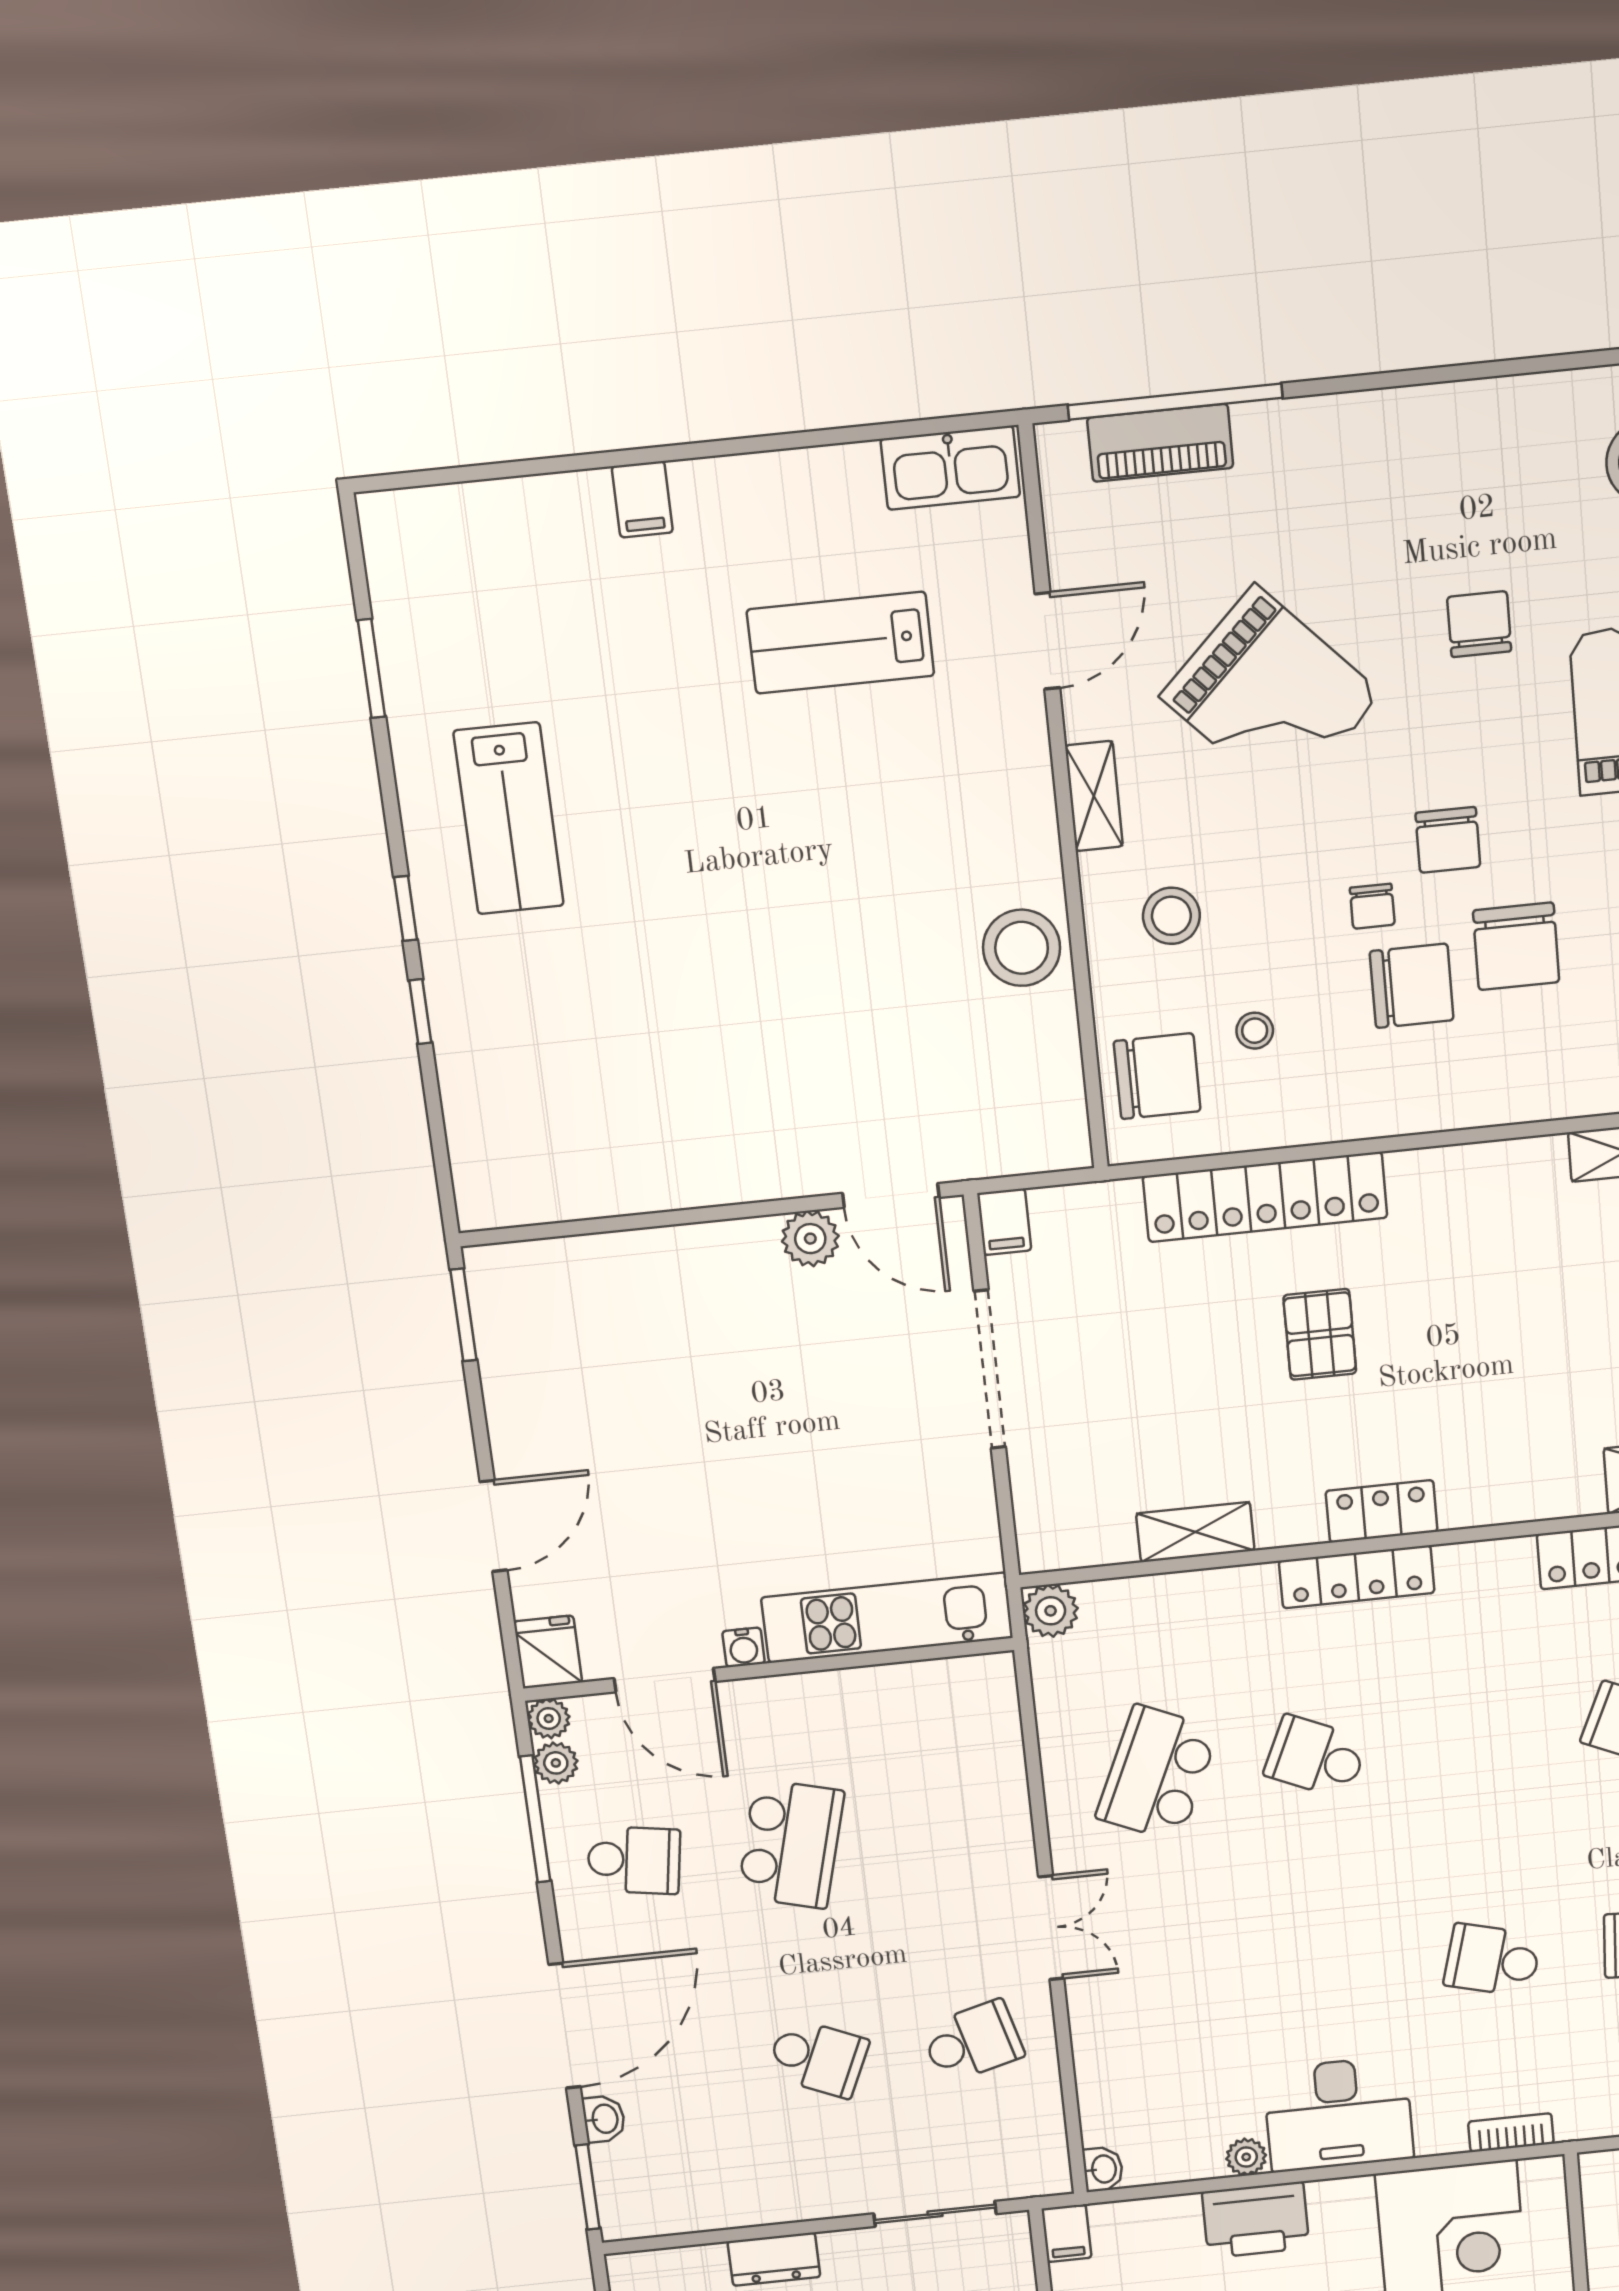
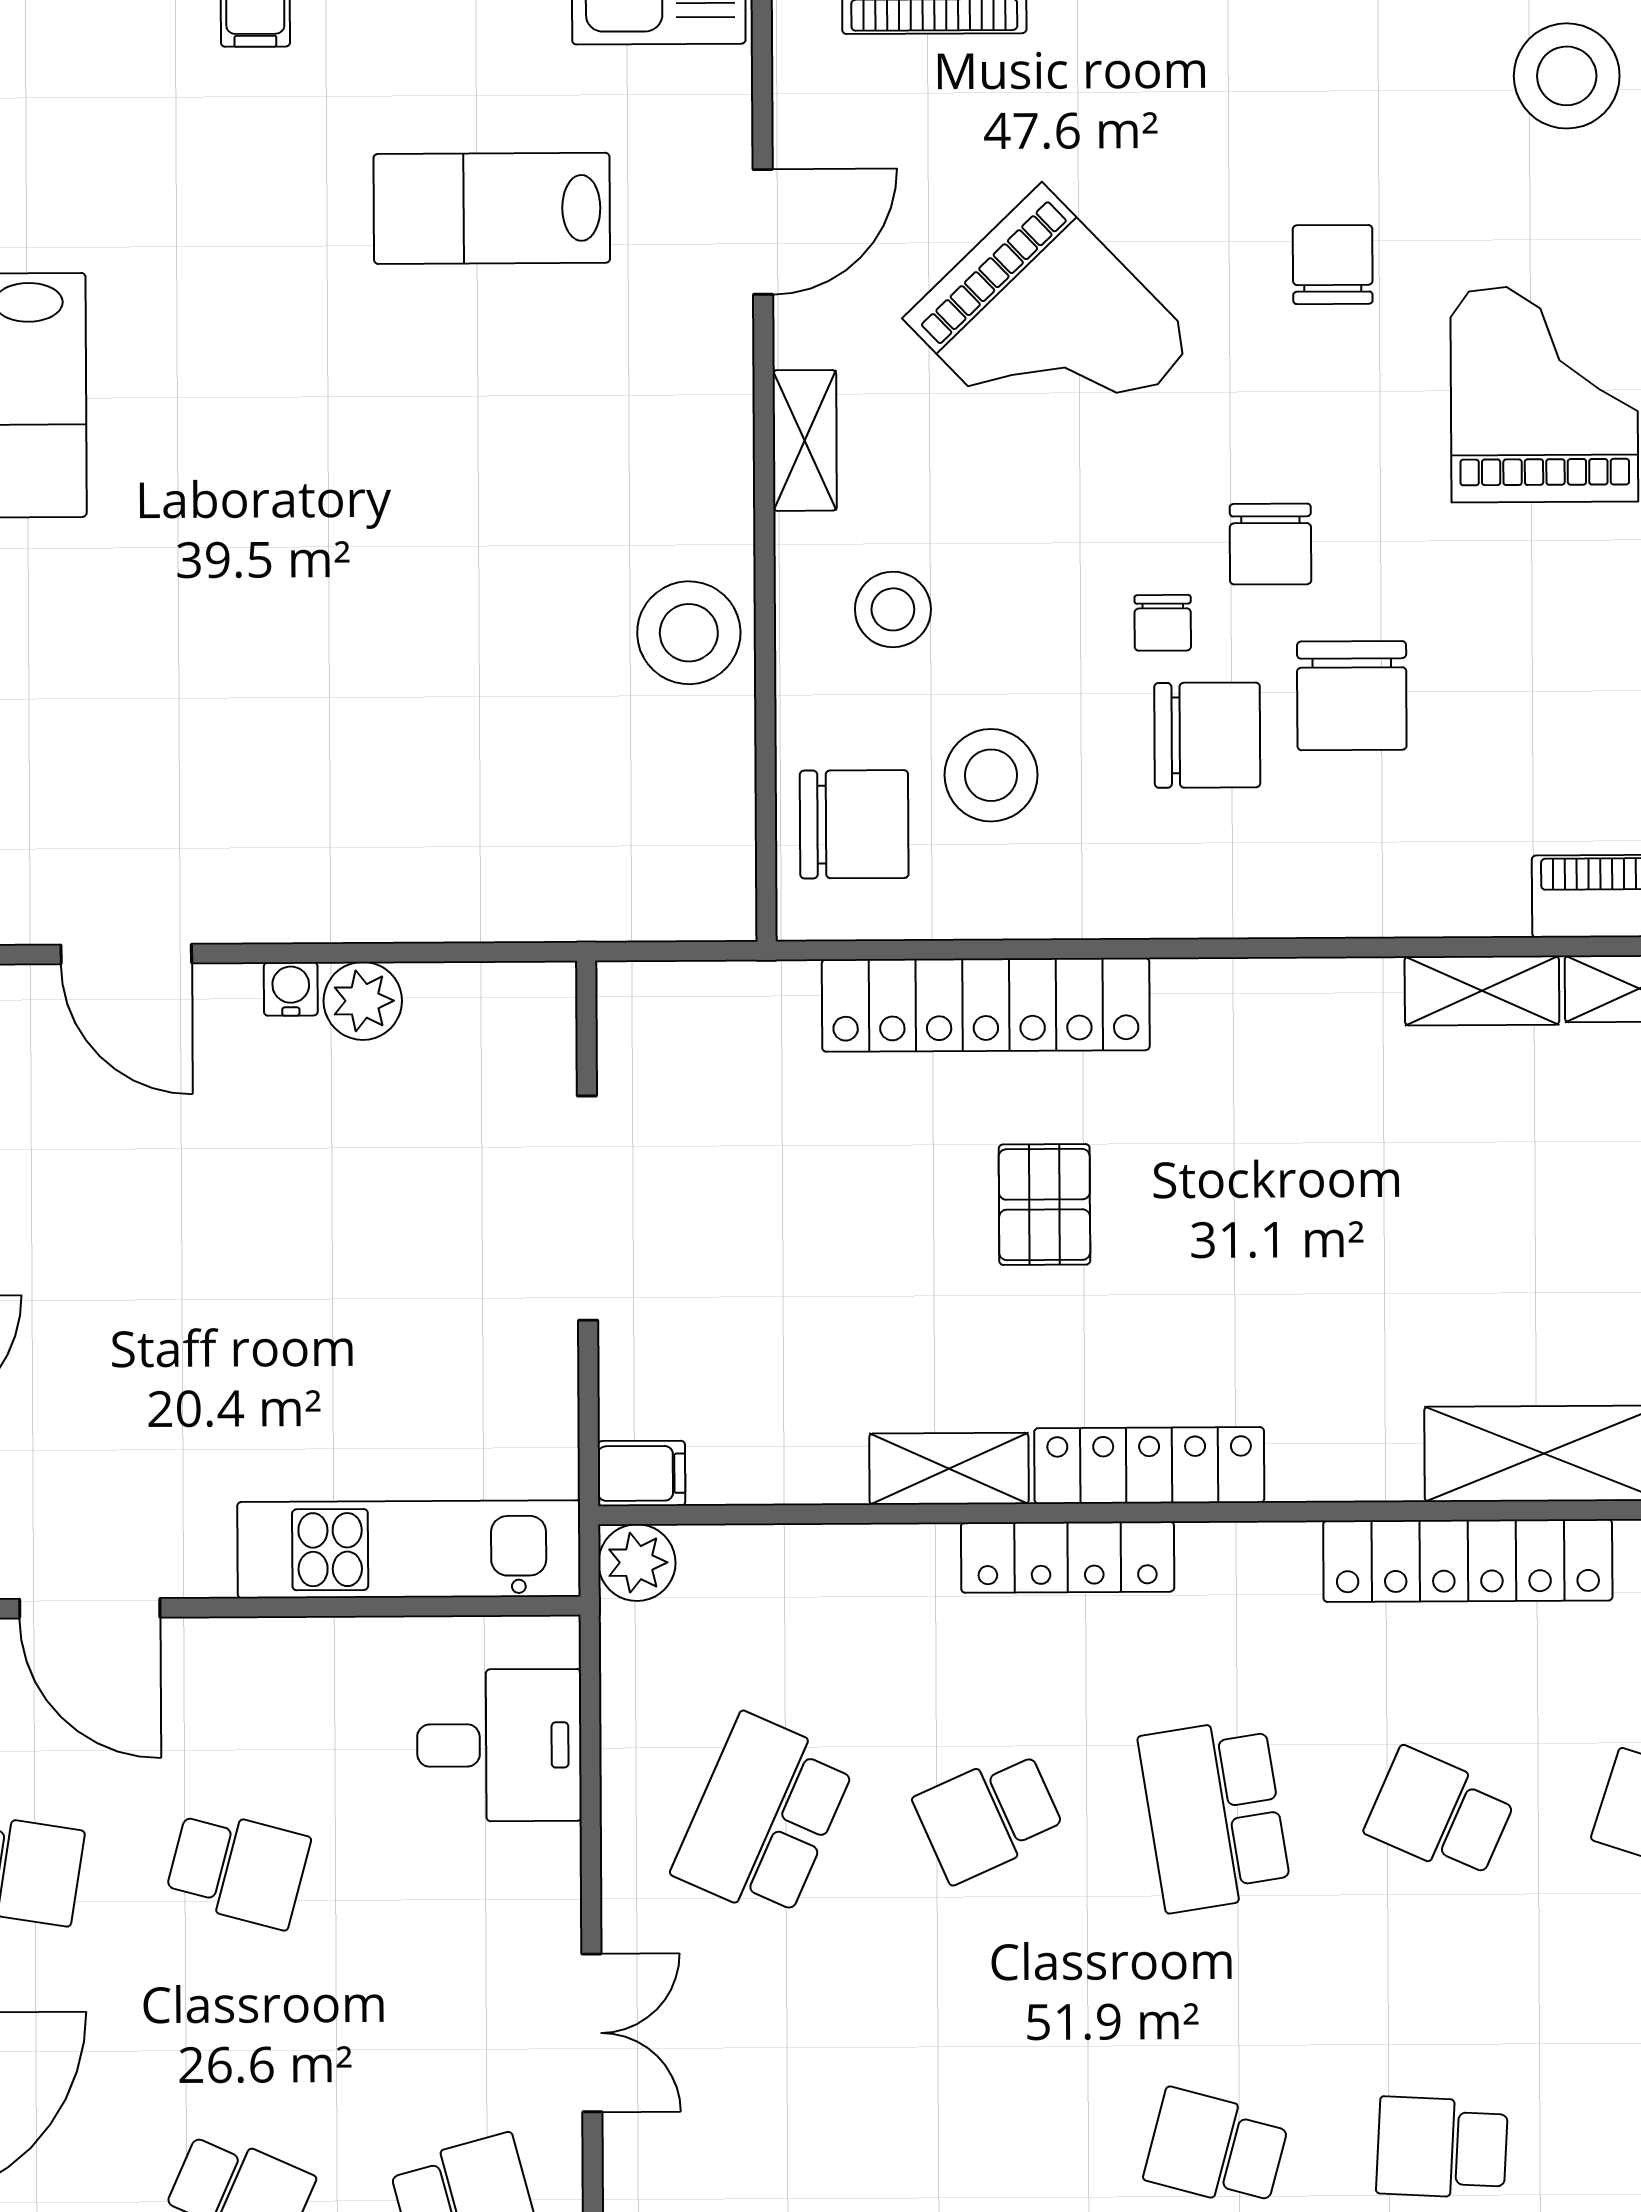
stool: (1255, 1031) -> (991, 775), width x1.89, depth x1.89
door: (891, 1195) -> (126, 954), moved
filing cabinet: (1004, 1222) -> (641, 1473), moved, turned -90
locker: (1382, 1511) -> (1149, 1465), width x1.53
shelving: (1195, 1532) -> (949, 1469), moved
water cooler: (744, 1647) -> (291, 989), moved, turned 180
school desk: (1475, 1741) -> (1215, 1815), added
desk: (966, 1744) -> (499, 1745), added
school desk: (1316, 1757) -> (989, 1816), turned -48
school desk: (791, 1844) -> (238, 1868), width x0.54

